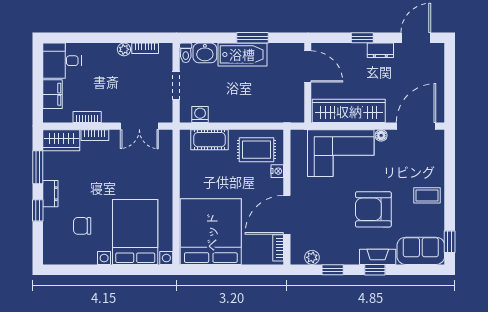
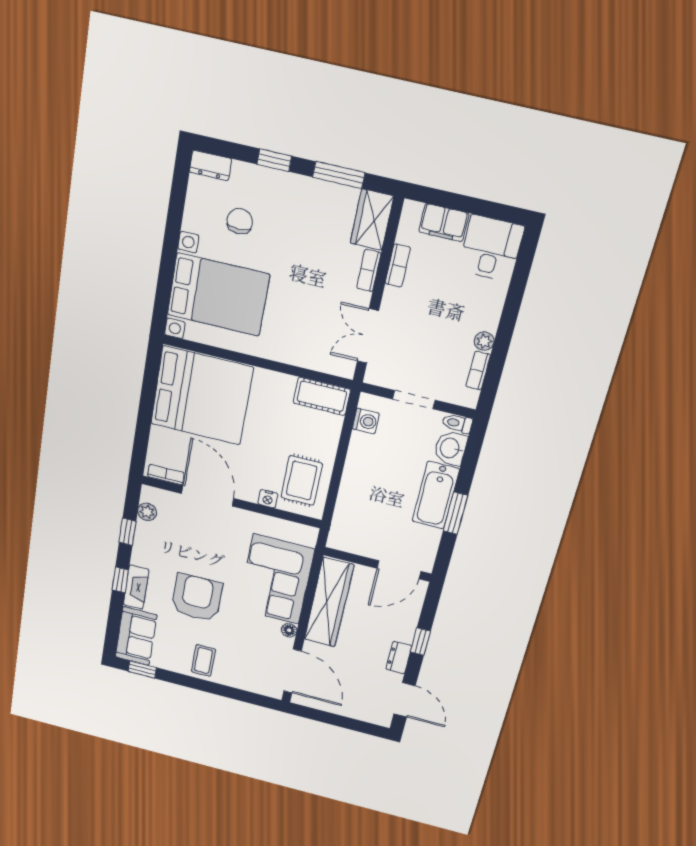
cot: (209, 140) -> (322, 396), moved, turned 90
dresser: (50, 194) -> (210, 165), moved

